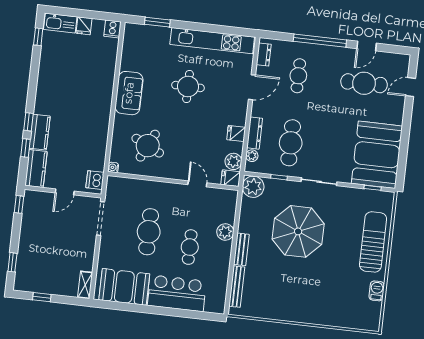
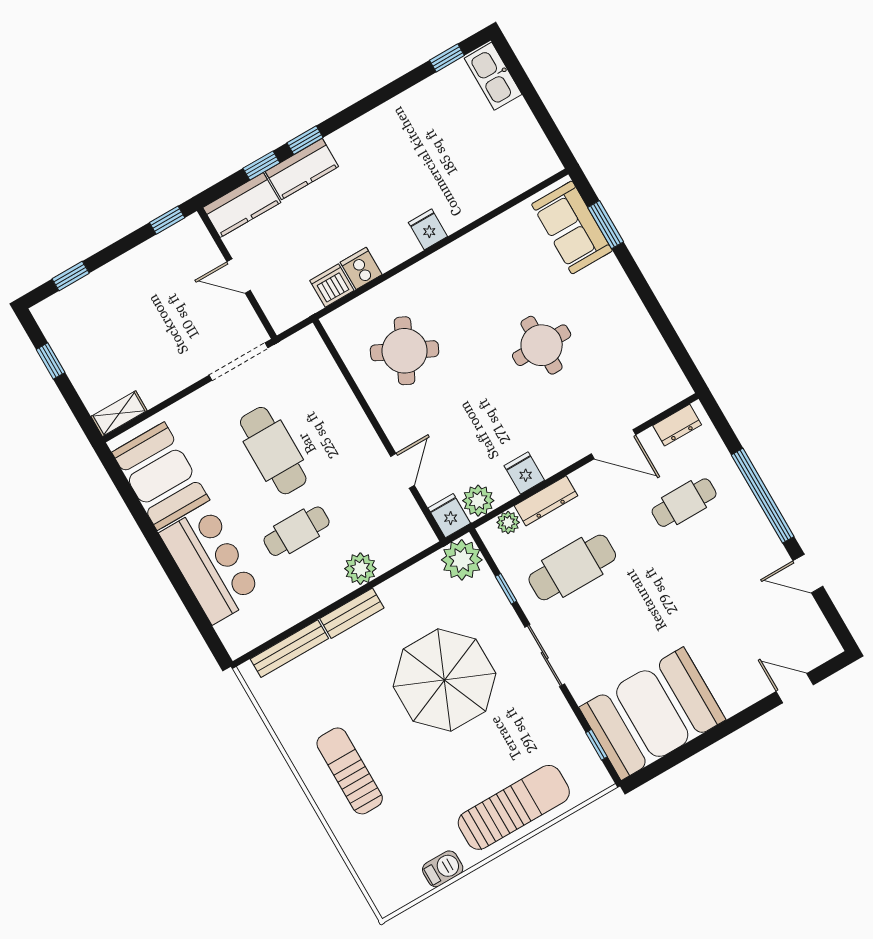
fridge: (84, 26) -> (428, 229), moved, turned 90
cooker: (113, 29) -> (361, 268), moved, turned 90
kitchen unit: (212, 41) -> (640, 330), removed
cafe table: (364, 83) -> (748, 612), removed
sofa: (129, 93) -> (572, 227), moved, turned 90
water cooler: (113, 167) -> (332, 323), removed
dishwasher: (95, 180) -> (332, 286), moved
cafe table: (149, 232) -> (273, 451), turned 90
sun lounger: (307, 299) -> (350, 771), added

